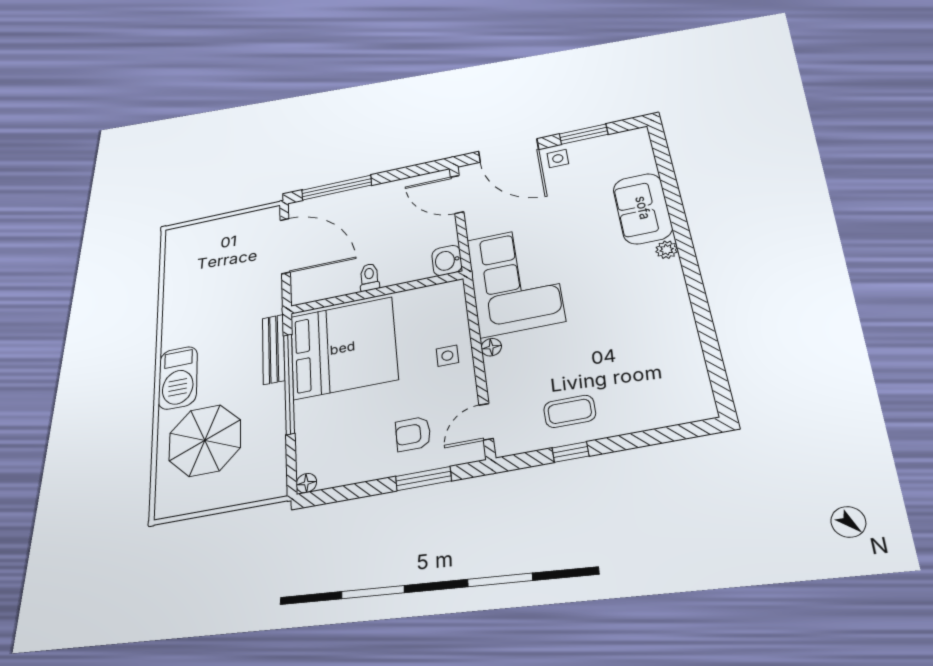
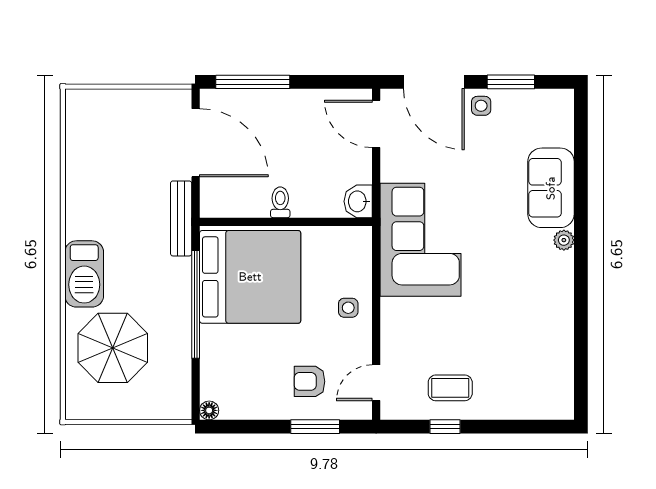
floor lamp: (491, 347) -> (390, 308), removed
bench: (273, 349) -> (181, 218), moved

